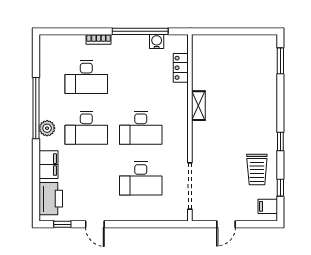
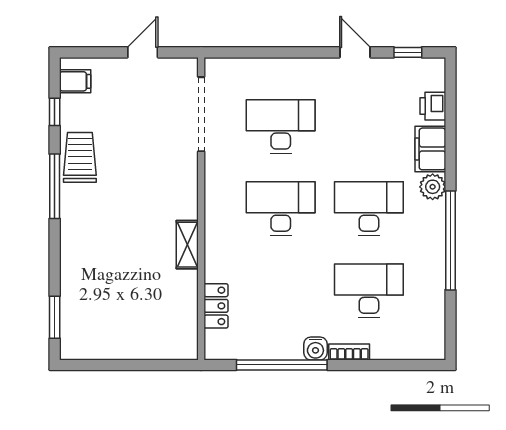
water cooler: (157, 41) -> (315, 348), moved
plant: (47, 128) -> (433, 187), moved
window: (280, 142) -> (55, 186), width x2.17
trolley: (257, 169) -> (80, 157), moved
printer: (51, 199) -> (433, 106), width x0.53, depth x0.68

